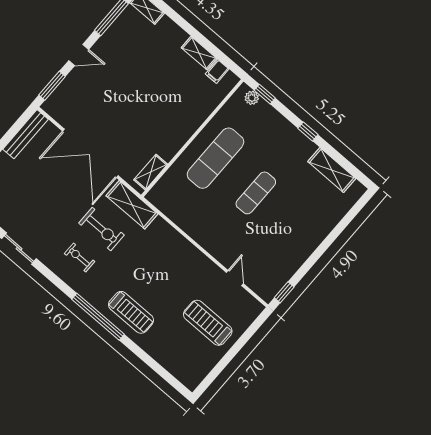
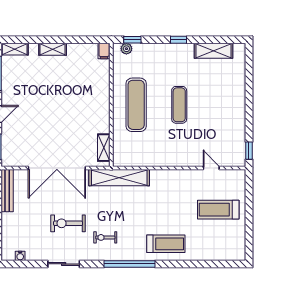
shelving: (199, 53) -> (53, 49), moved
filing cabinet: (217, 71) -> (104, 51), moved
shelving: (132, 205) -> (119, 178), width x1.47
exercise bike: (101, 229) -> (68, 223), moved, turned 180
window: (98, 317) -> (129, 264), moved

